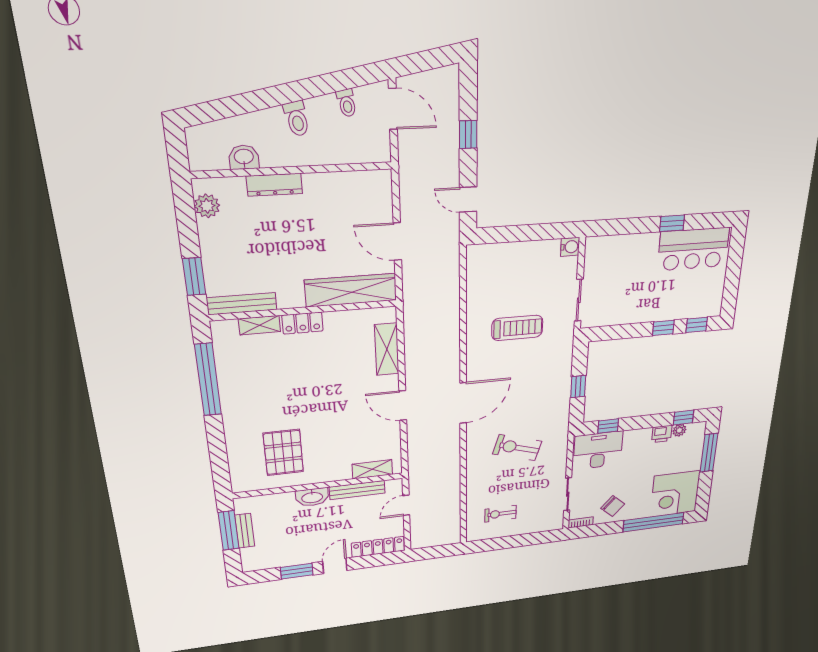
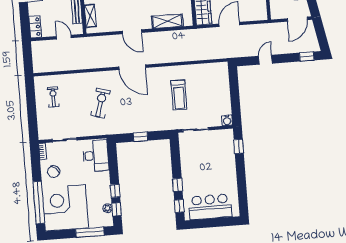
window: (468, 135) -> (307, 57), moved
door: (468, 199) -> (265, 60), moved
window: (672, 223) -> (239, 146), moved
bar counter: (693, 249) -> (210, 207), moved, turned 90
door: (403, 405) -> (132, 32), swing flipped
window: (608, 426) -> (115, 191), moved
printer: (662, 434) -> (105, 197), removed
corner desk: (675, 494) -> (65, 208), width x1.36, depth x1.36
locker: (378, 547) -> (35, 27), width x0.66

